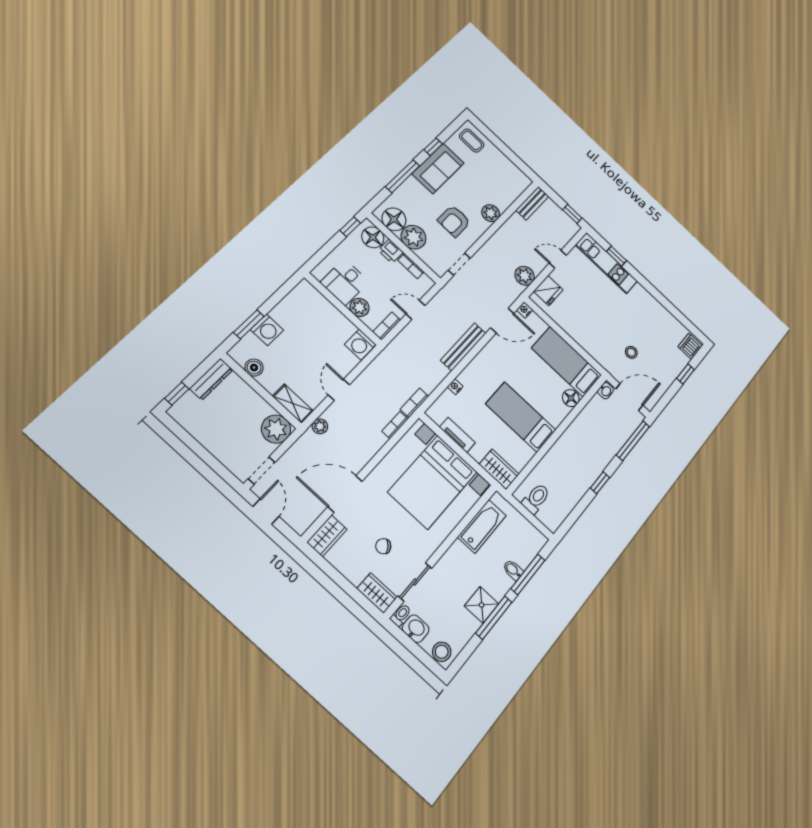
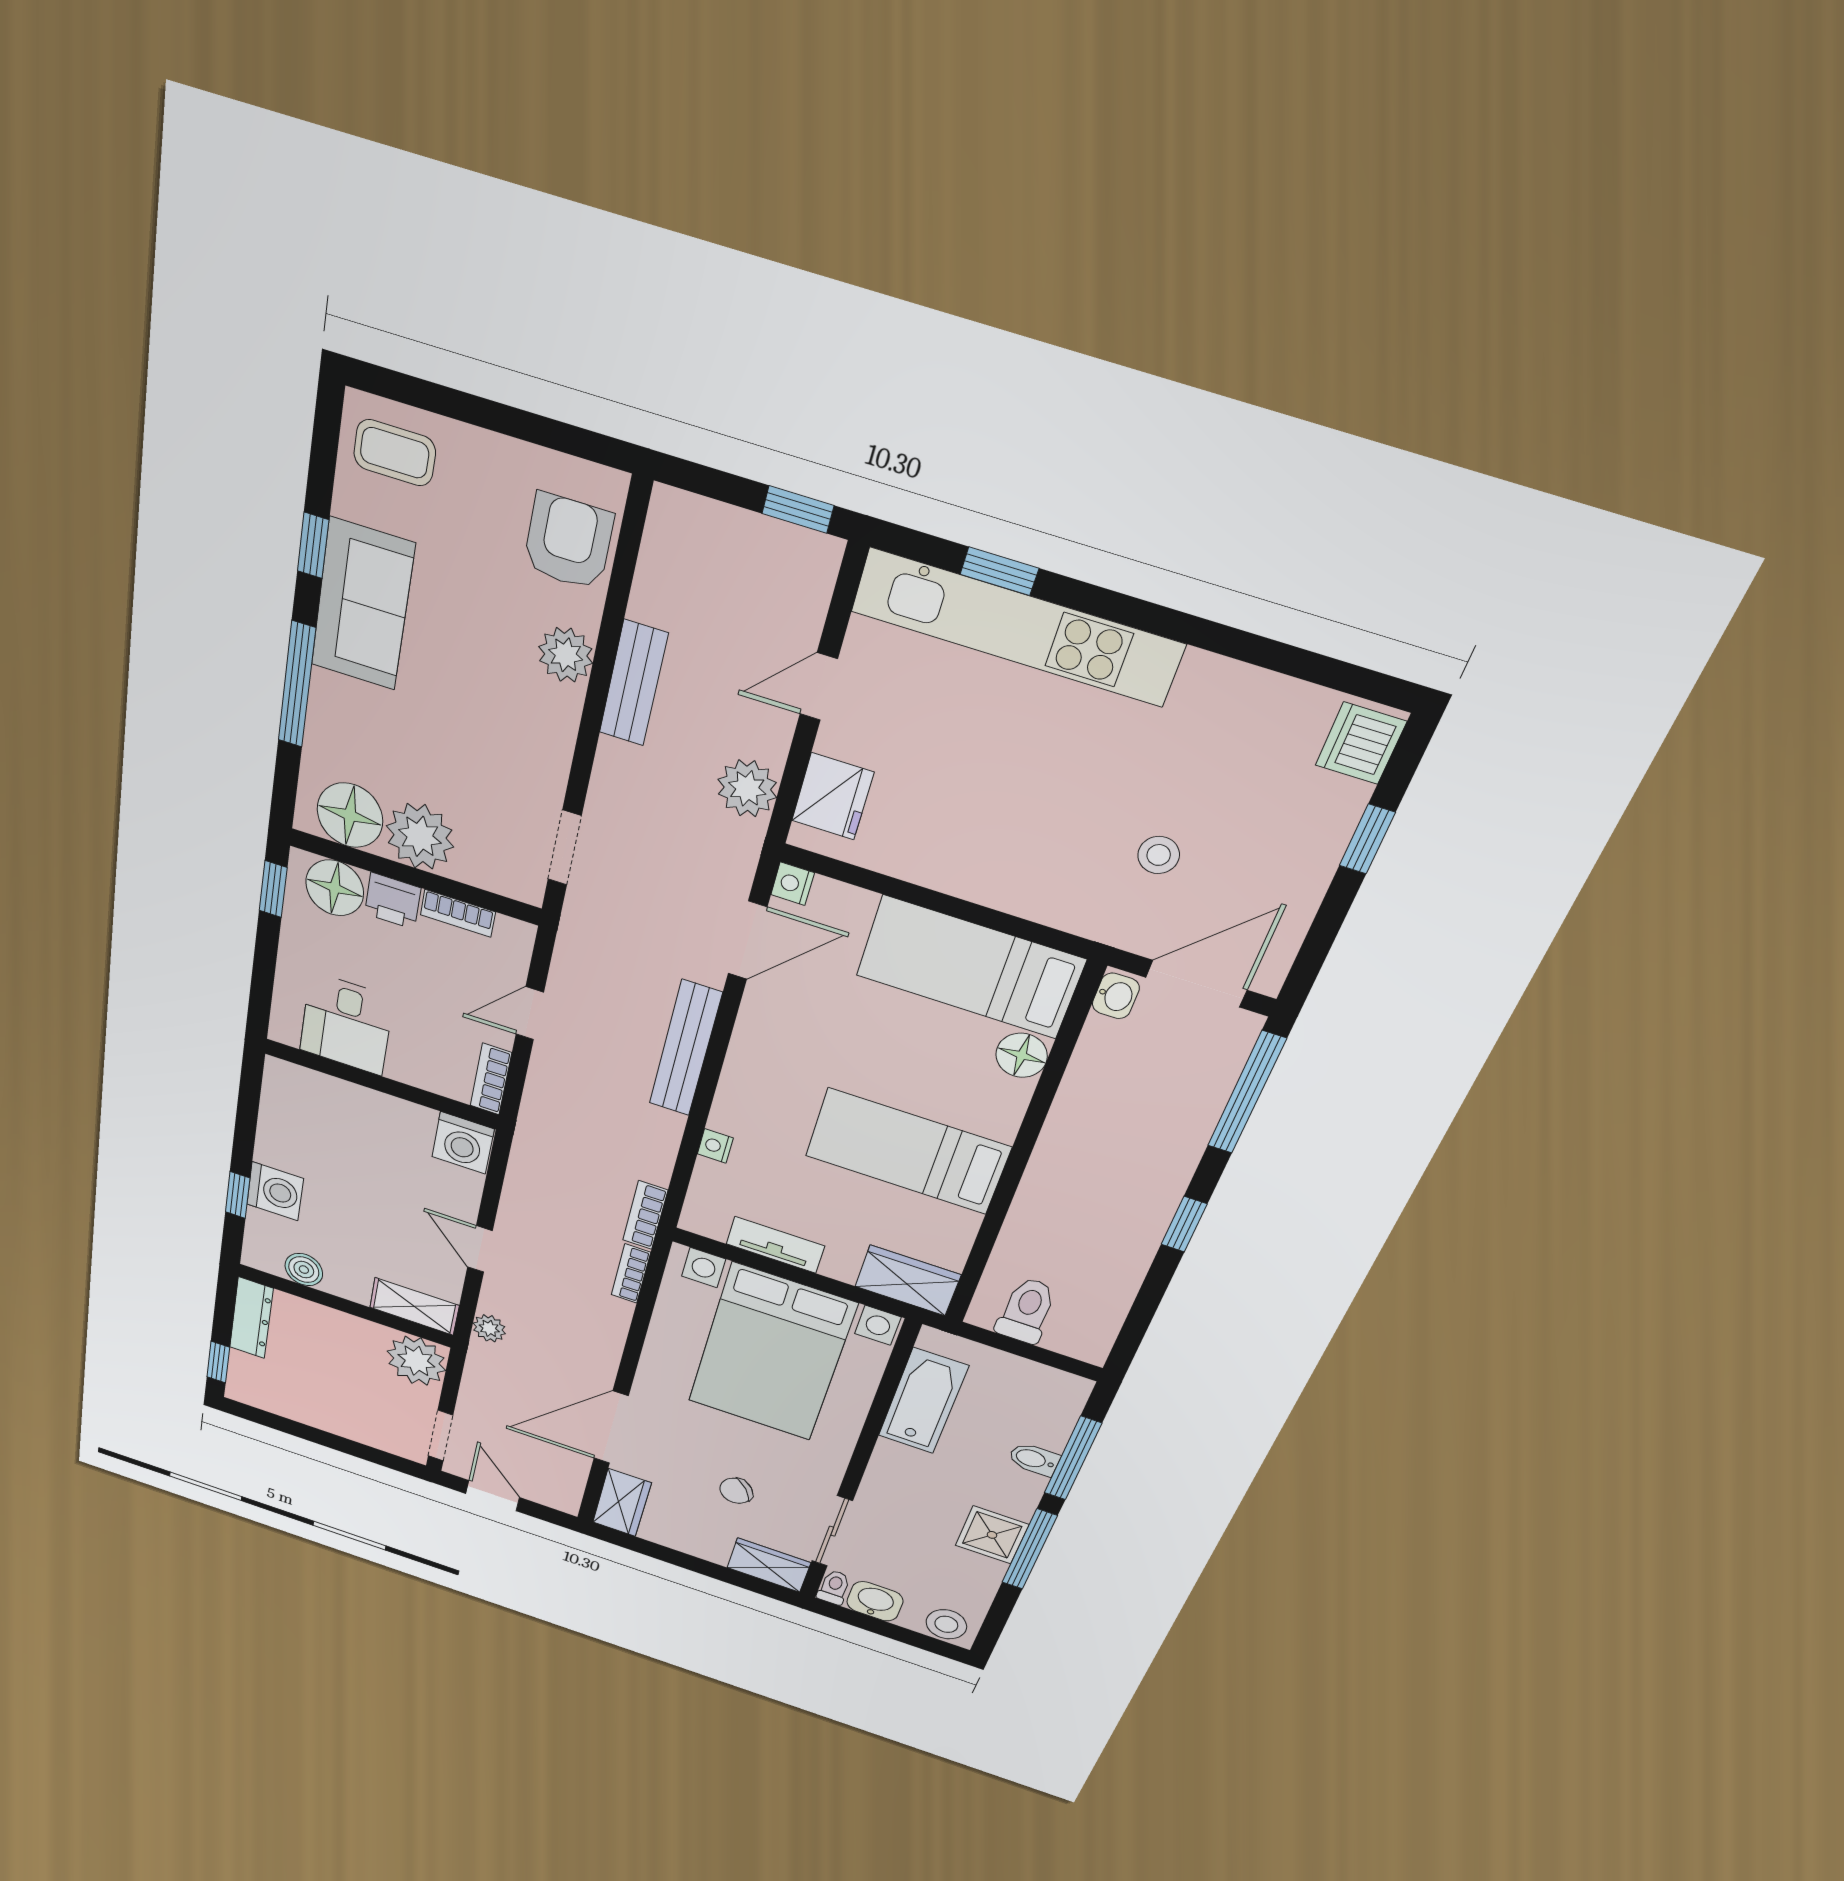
bench: (532, 203) -> (634, 683), moved
armchair: (454, 221) -> (568, 542), moved, turned 180
kitchen unit: (606, 263) -> (1017, 627), width x1.36
plant: (360, 307) -> (411, 1065), removed
window: (249, 324) -> (238, 1195), width x0.67

